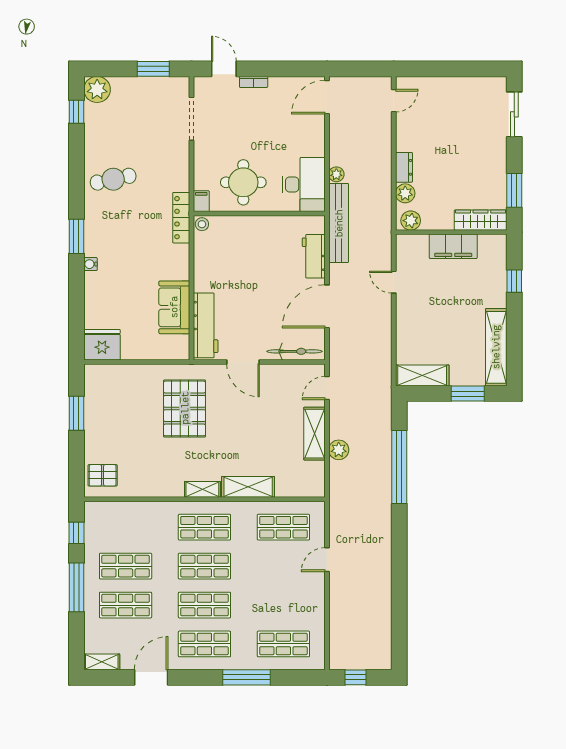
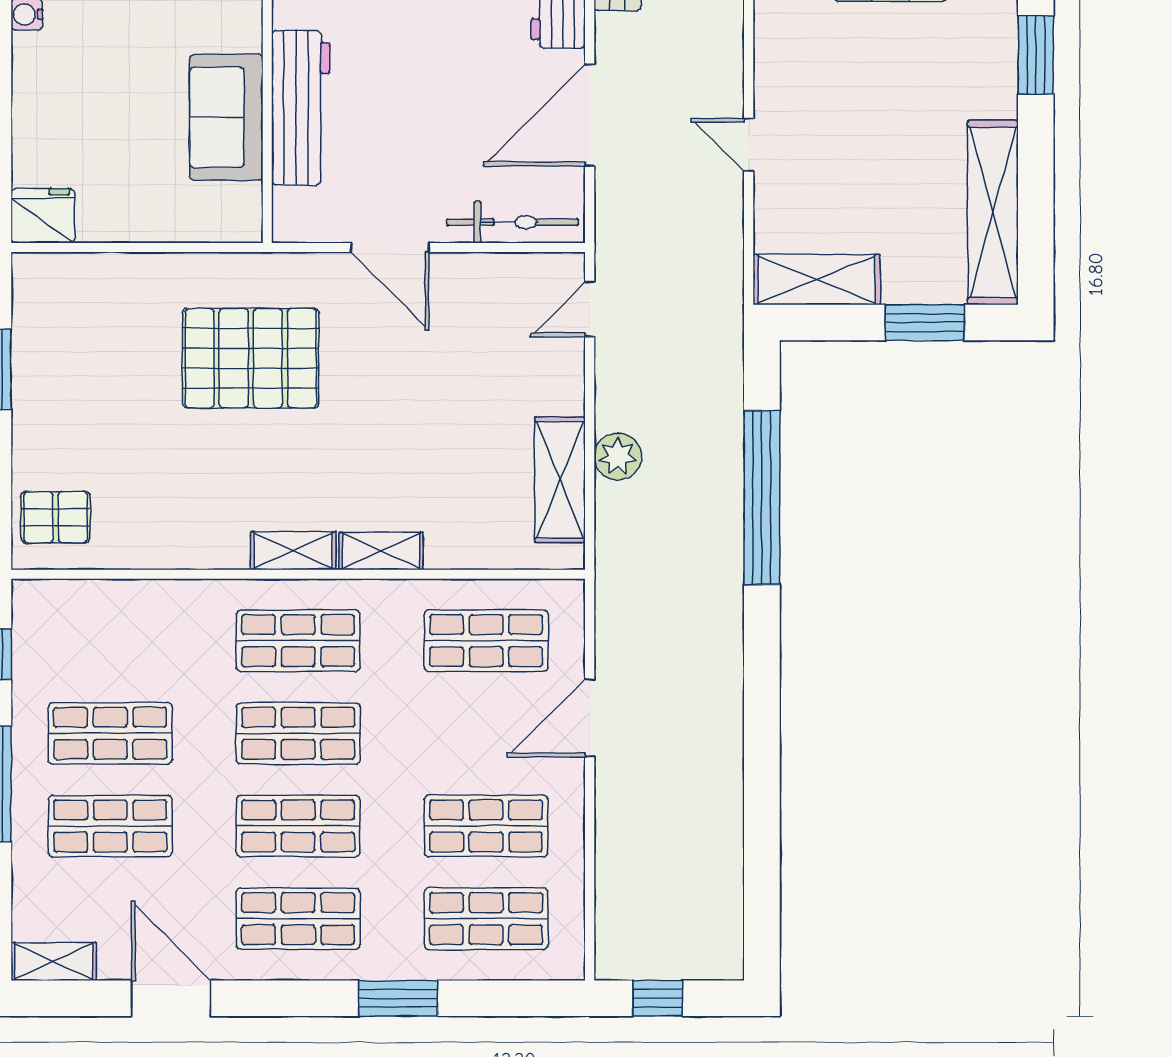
window: (514, 281) -> (1036, 55), width x1.50
door: (394, 282) -> (749, 145), moved
workbench: (206, 325) -> (301, 108), moved
fridge: (102, 345) -> (43, 216), width x0.73, depth x0.75
pallet: (185, 408) -> (251, 358), turned 90
shelving: (314, 434) -> (560, 480), moved
shelving: (248, 487) -> (381, 551), width x0.67, depth x0.75
door: (327, 560) -> (590, 718), width x1.38
shop shelf: (283, 605) -> (486, 826), added
door: (151, 677) -> (171, 998), hinge flipped
window: (247, 677) -> (398, 998), width x0.69

